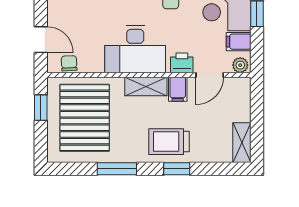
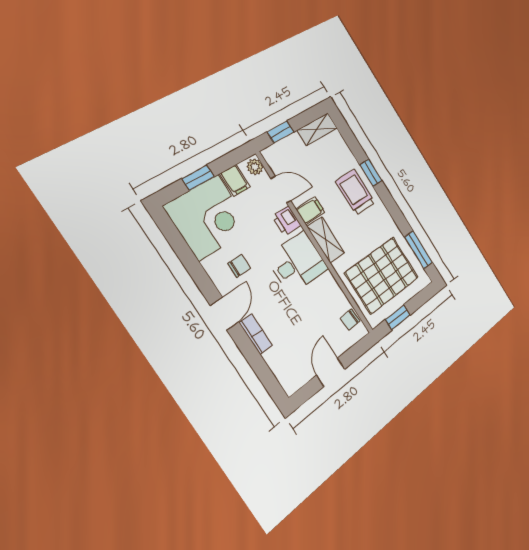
door: (41, 40) -> (331, 372), moved
desk: (135, 49) -> (297, 263), width x0.73
window: (257, 107) -> (280, 132), added
trolley: (169, 142) -> (355, 192), turned 180
window: (117, 169) -> (418, 250), moved

